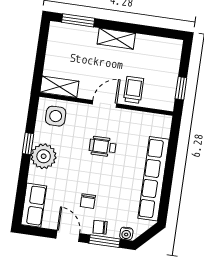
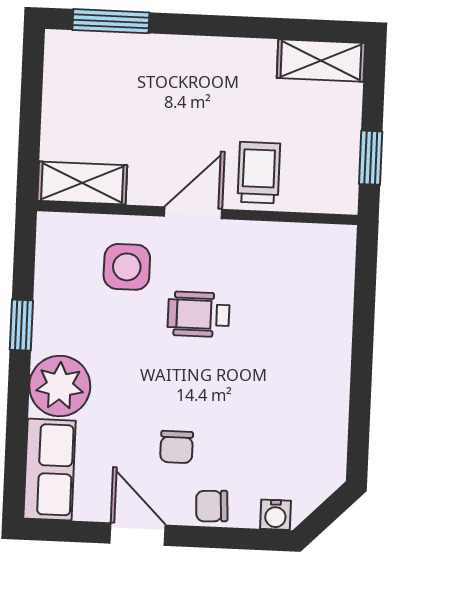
shelving: (116, 39) -> (321, 60), moved
side table: (56, 116) -> (127, 267), moved
plant: (44, 156) -> (60, 386), moved
row of seats: (154, 179) -> (327, 379), removed
window: (105, 241) -> (226, 538), removed

